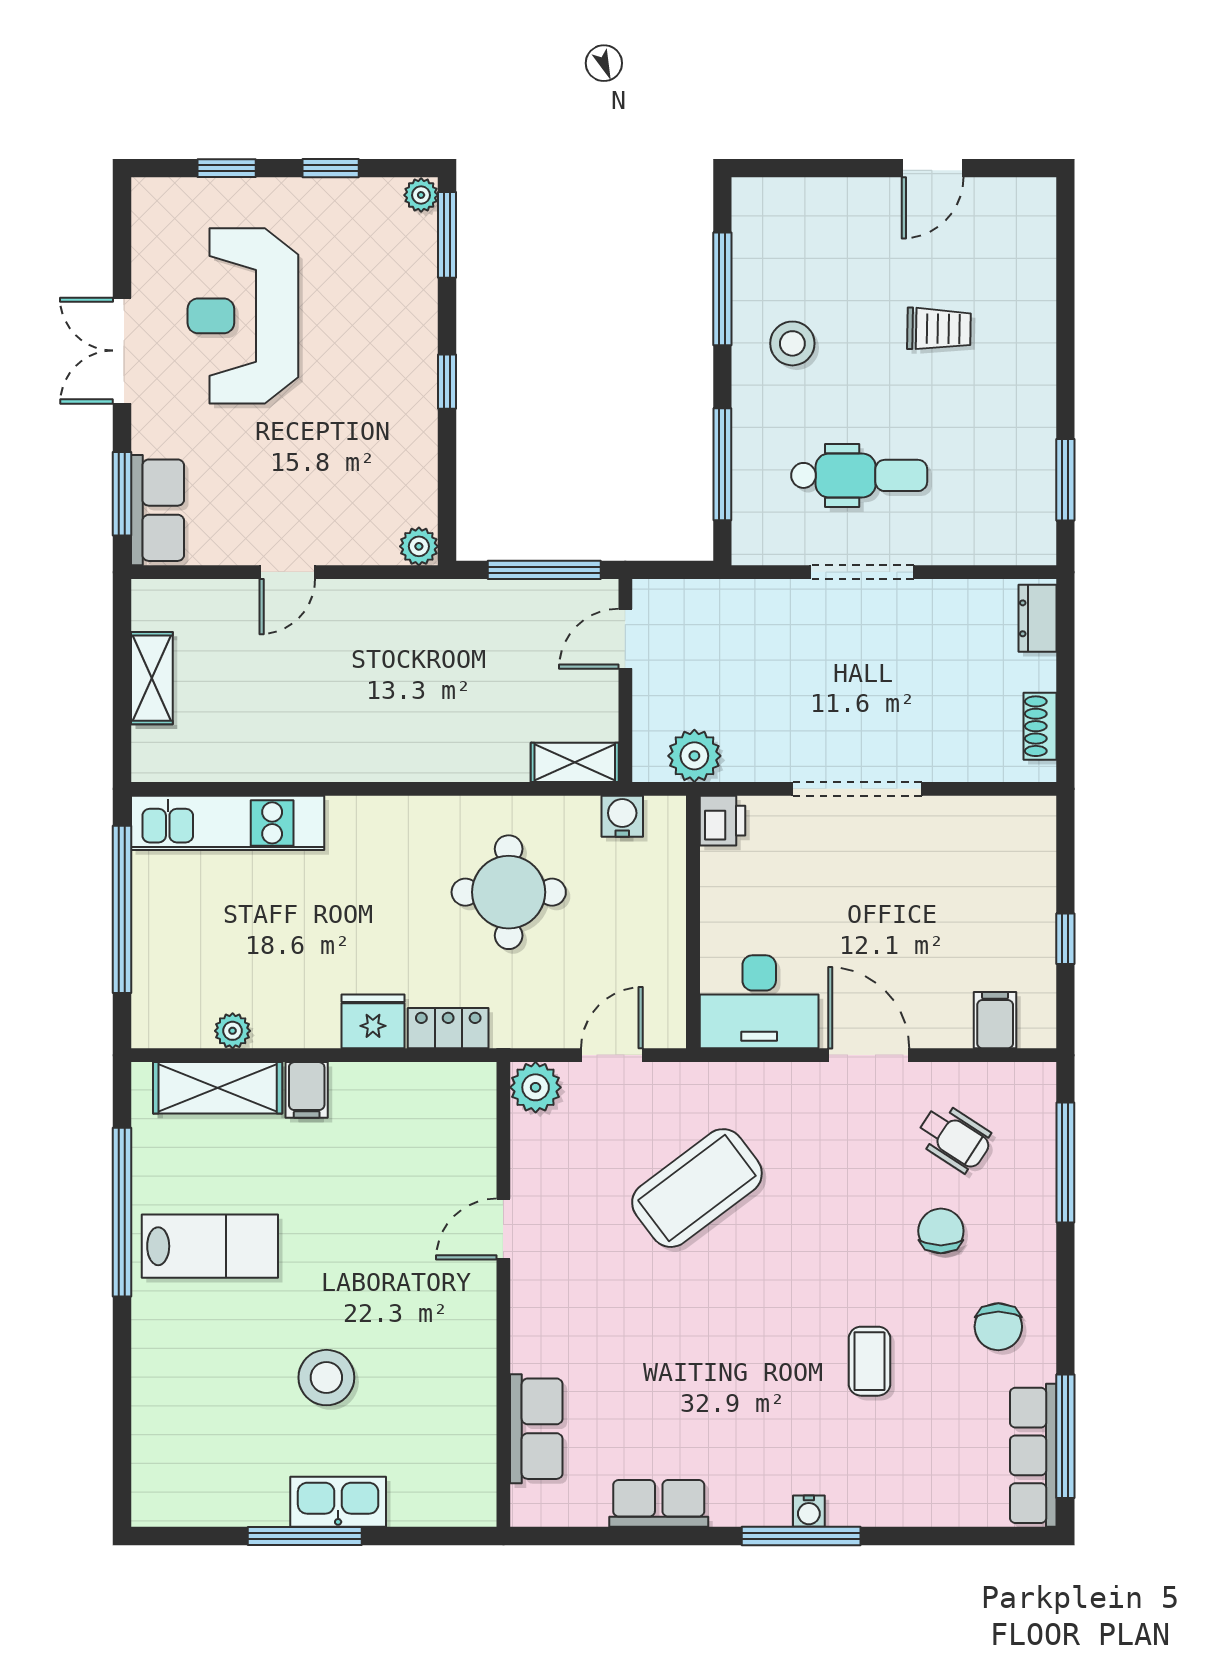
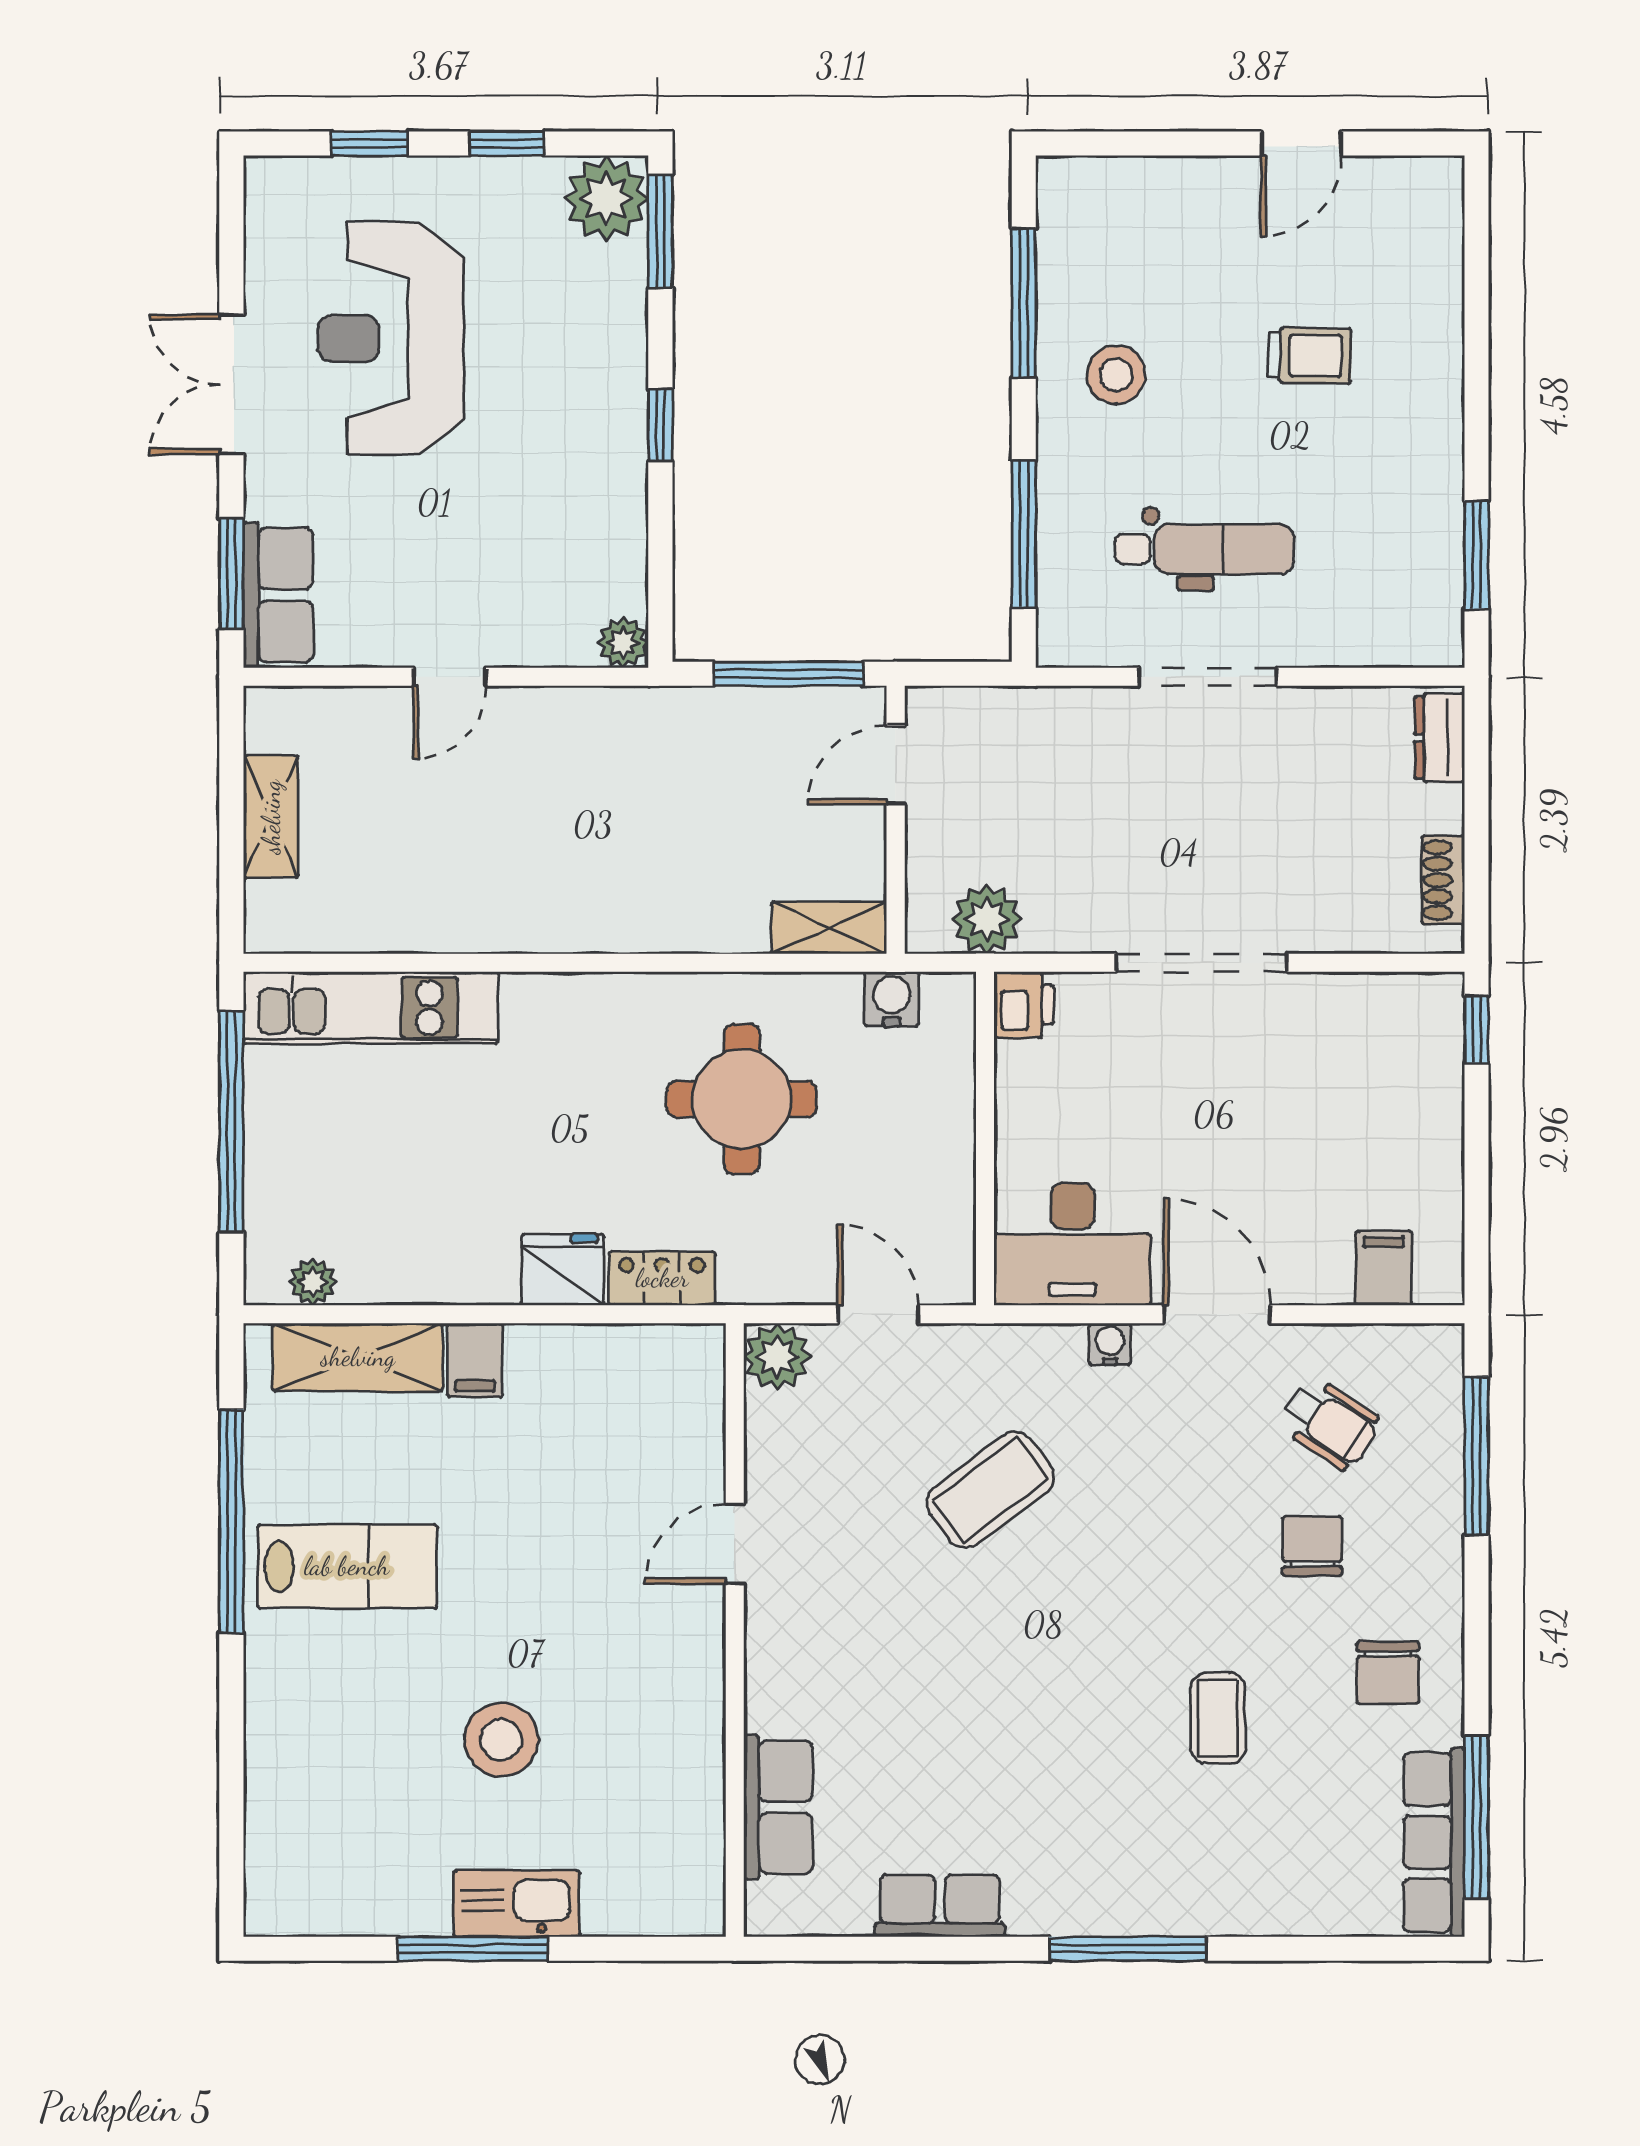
plant: (421, 195) -> (607, 198), width x1.87, depth x1.87
window: (1065, 939) -> (1477, 1030), moved
plant: (233, 1031) -> (313, 1282), moved
door: (612, 1055) -> (878, 1314), hinge flipped
coffee table: (697, 1188) -> (990, 1490), width x0.73, depth x0.76
water cooler: (809, 1511) -> (1110, 1344), moved, turned 180

